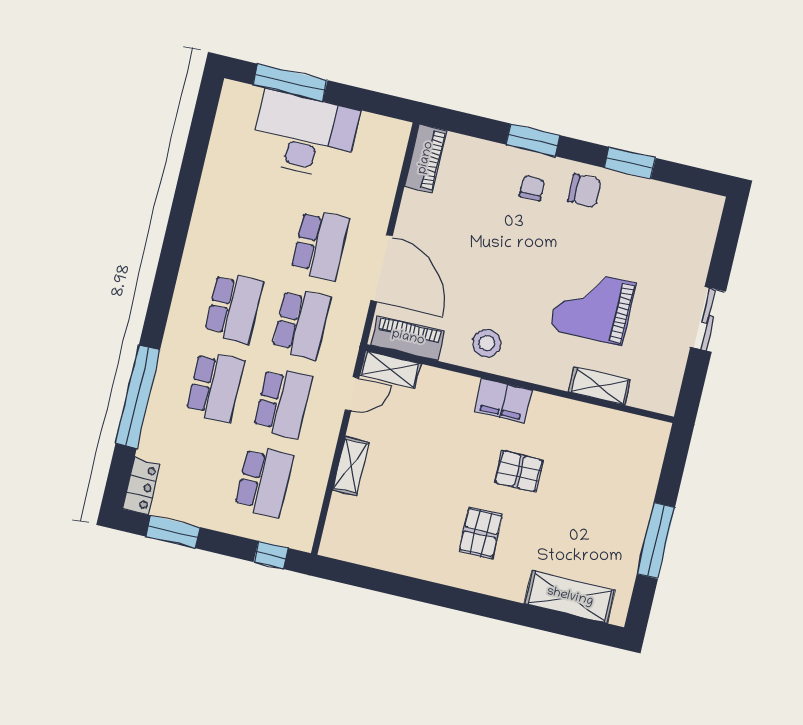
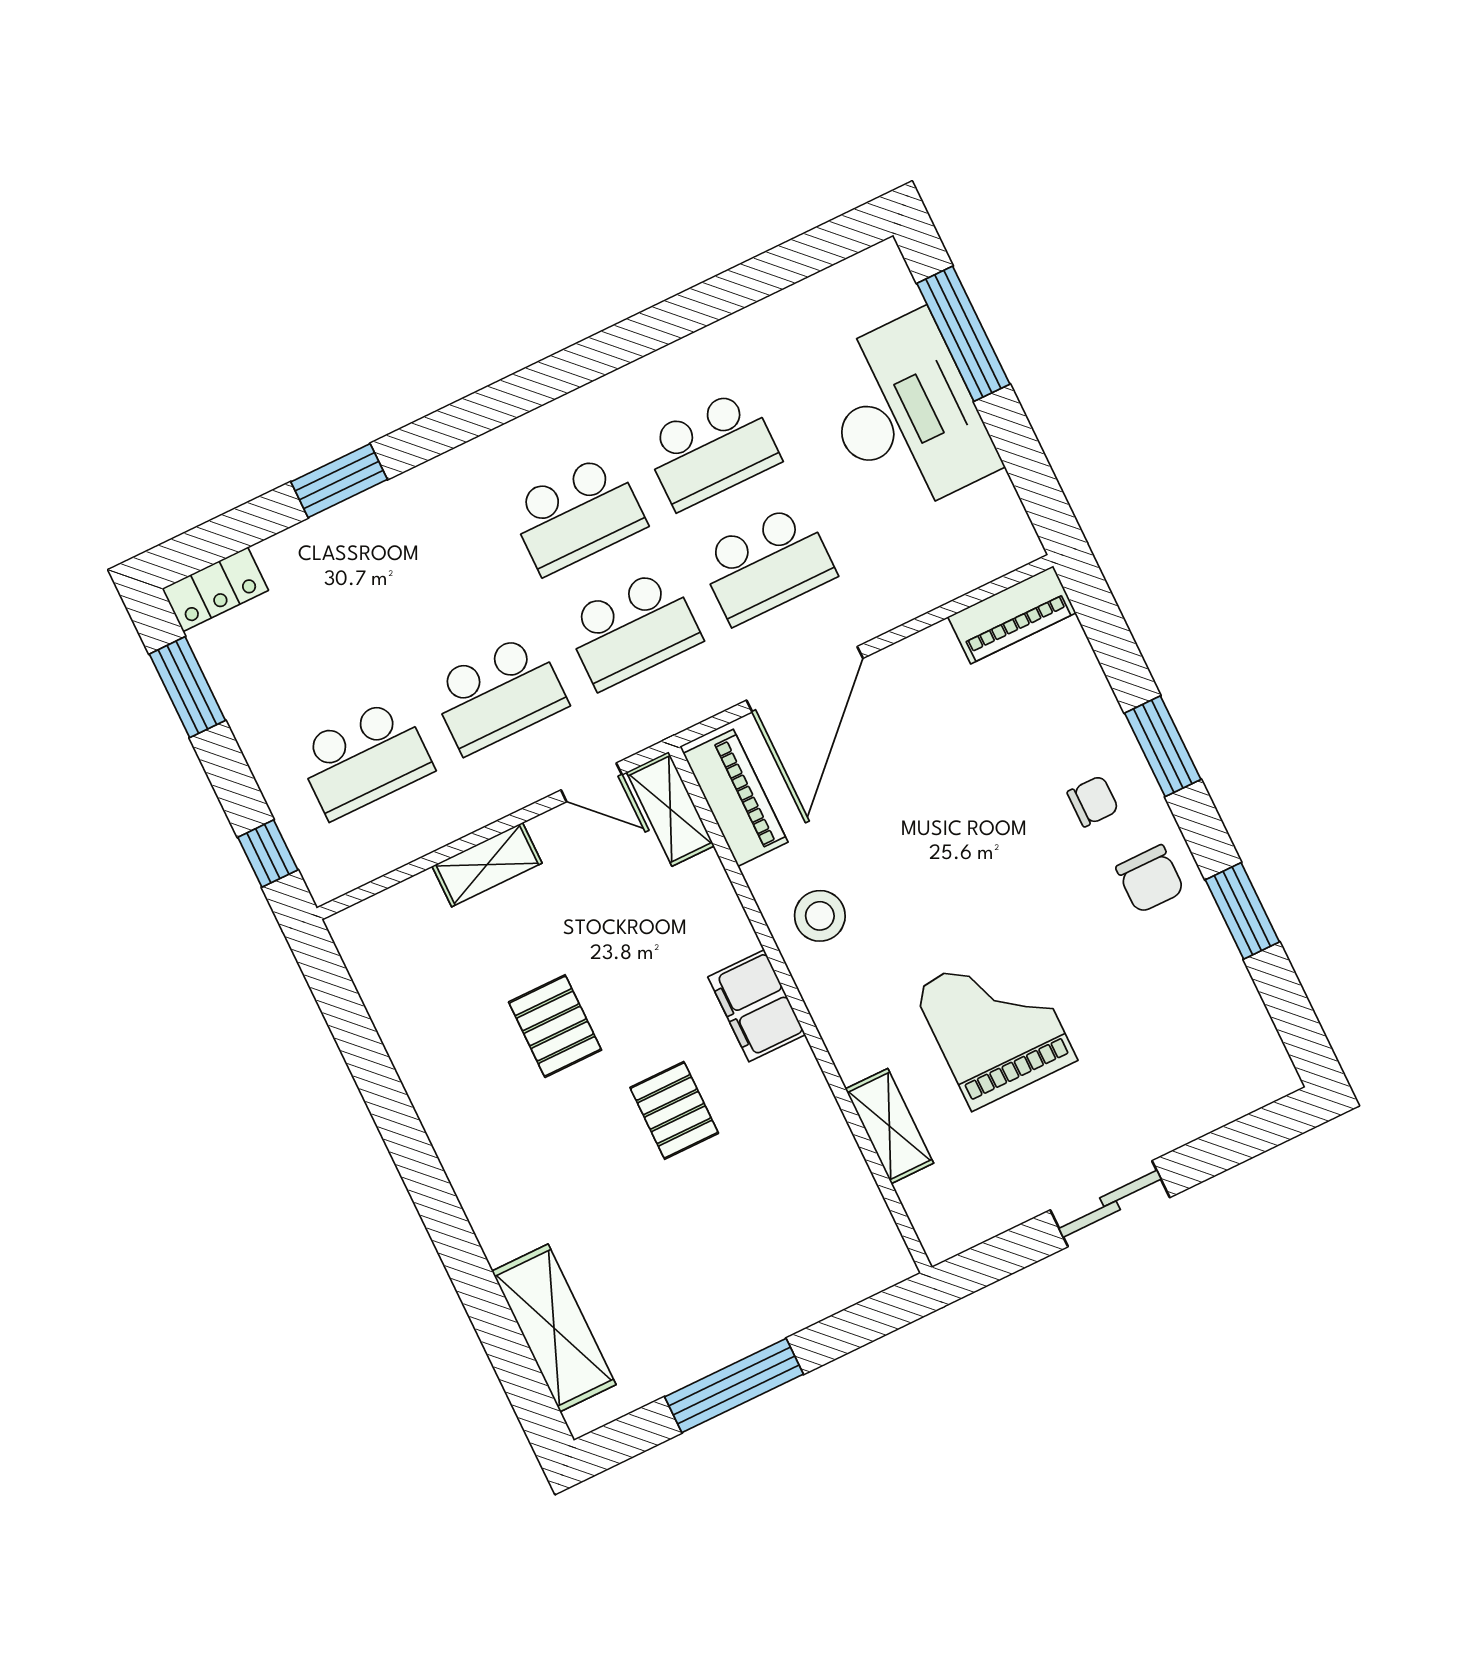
school desk: (215, 387) -> (711, 449), moved
window: (138, 397) -> (339, 481), width x0.47
pallet: (481, 533) -> (555, 1026), moved, turned 90

